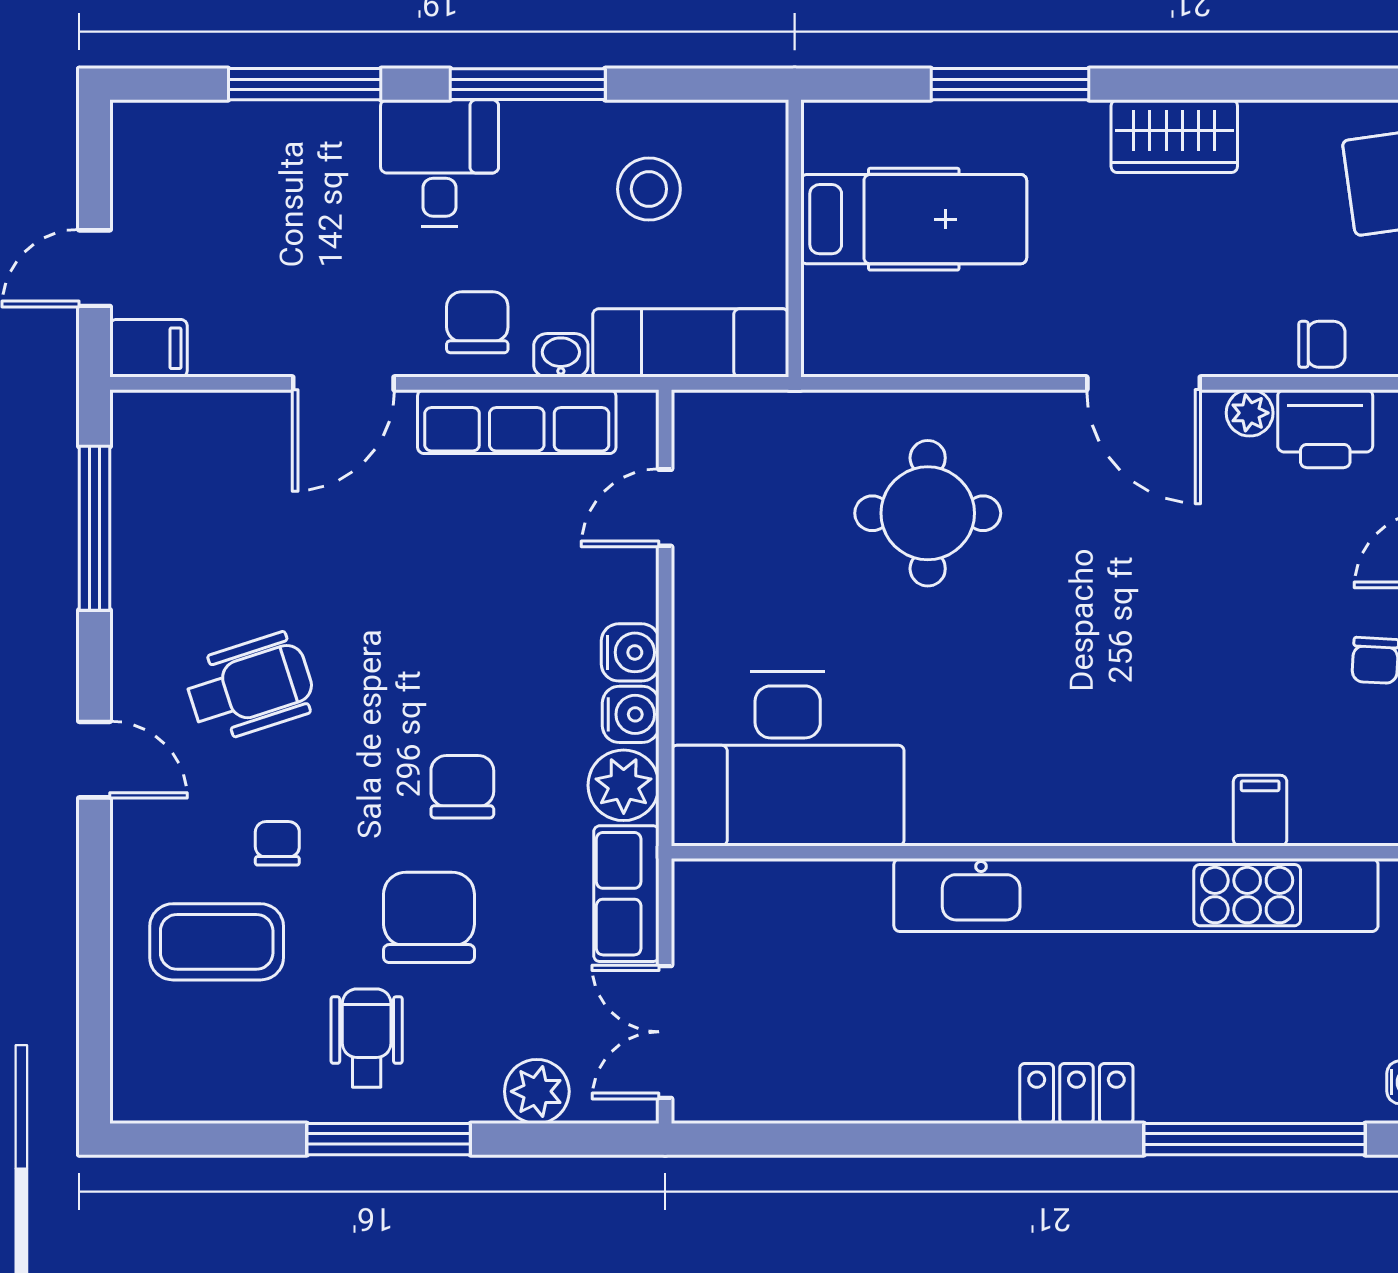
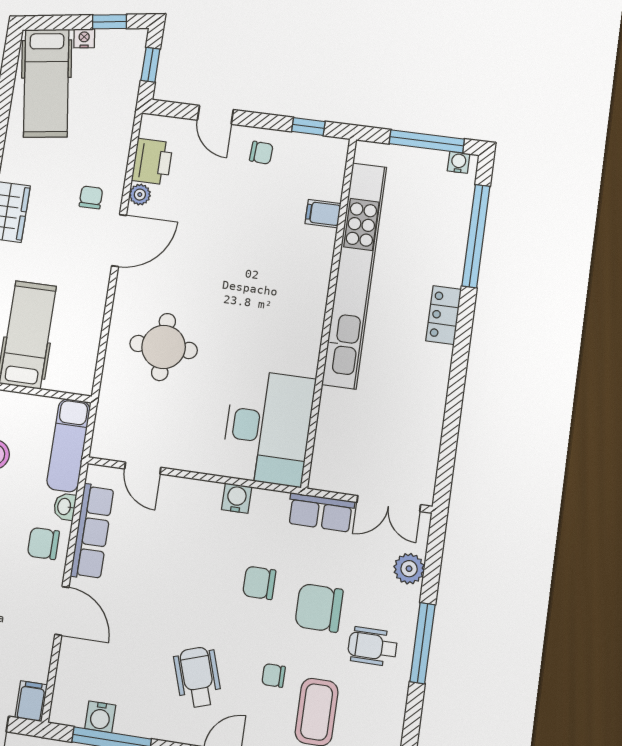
chair: (1322, 344) -> (91, 197), moved
water cooler: (630, 652) -> (100, 717), moved, turned 180
plant: (624, 785) -> (269, 506), removed

